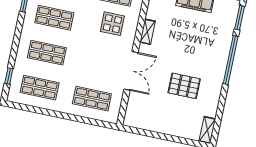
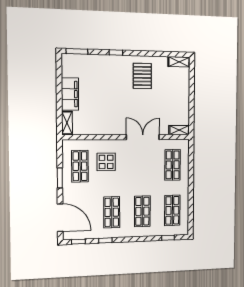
shelving: (148, 32) -> (179, 130), moved
window: (231, 60) -> (116, 53), width x0.32
pallet: (184, 86) -> (142, 76), moved

